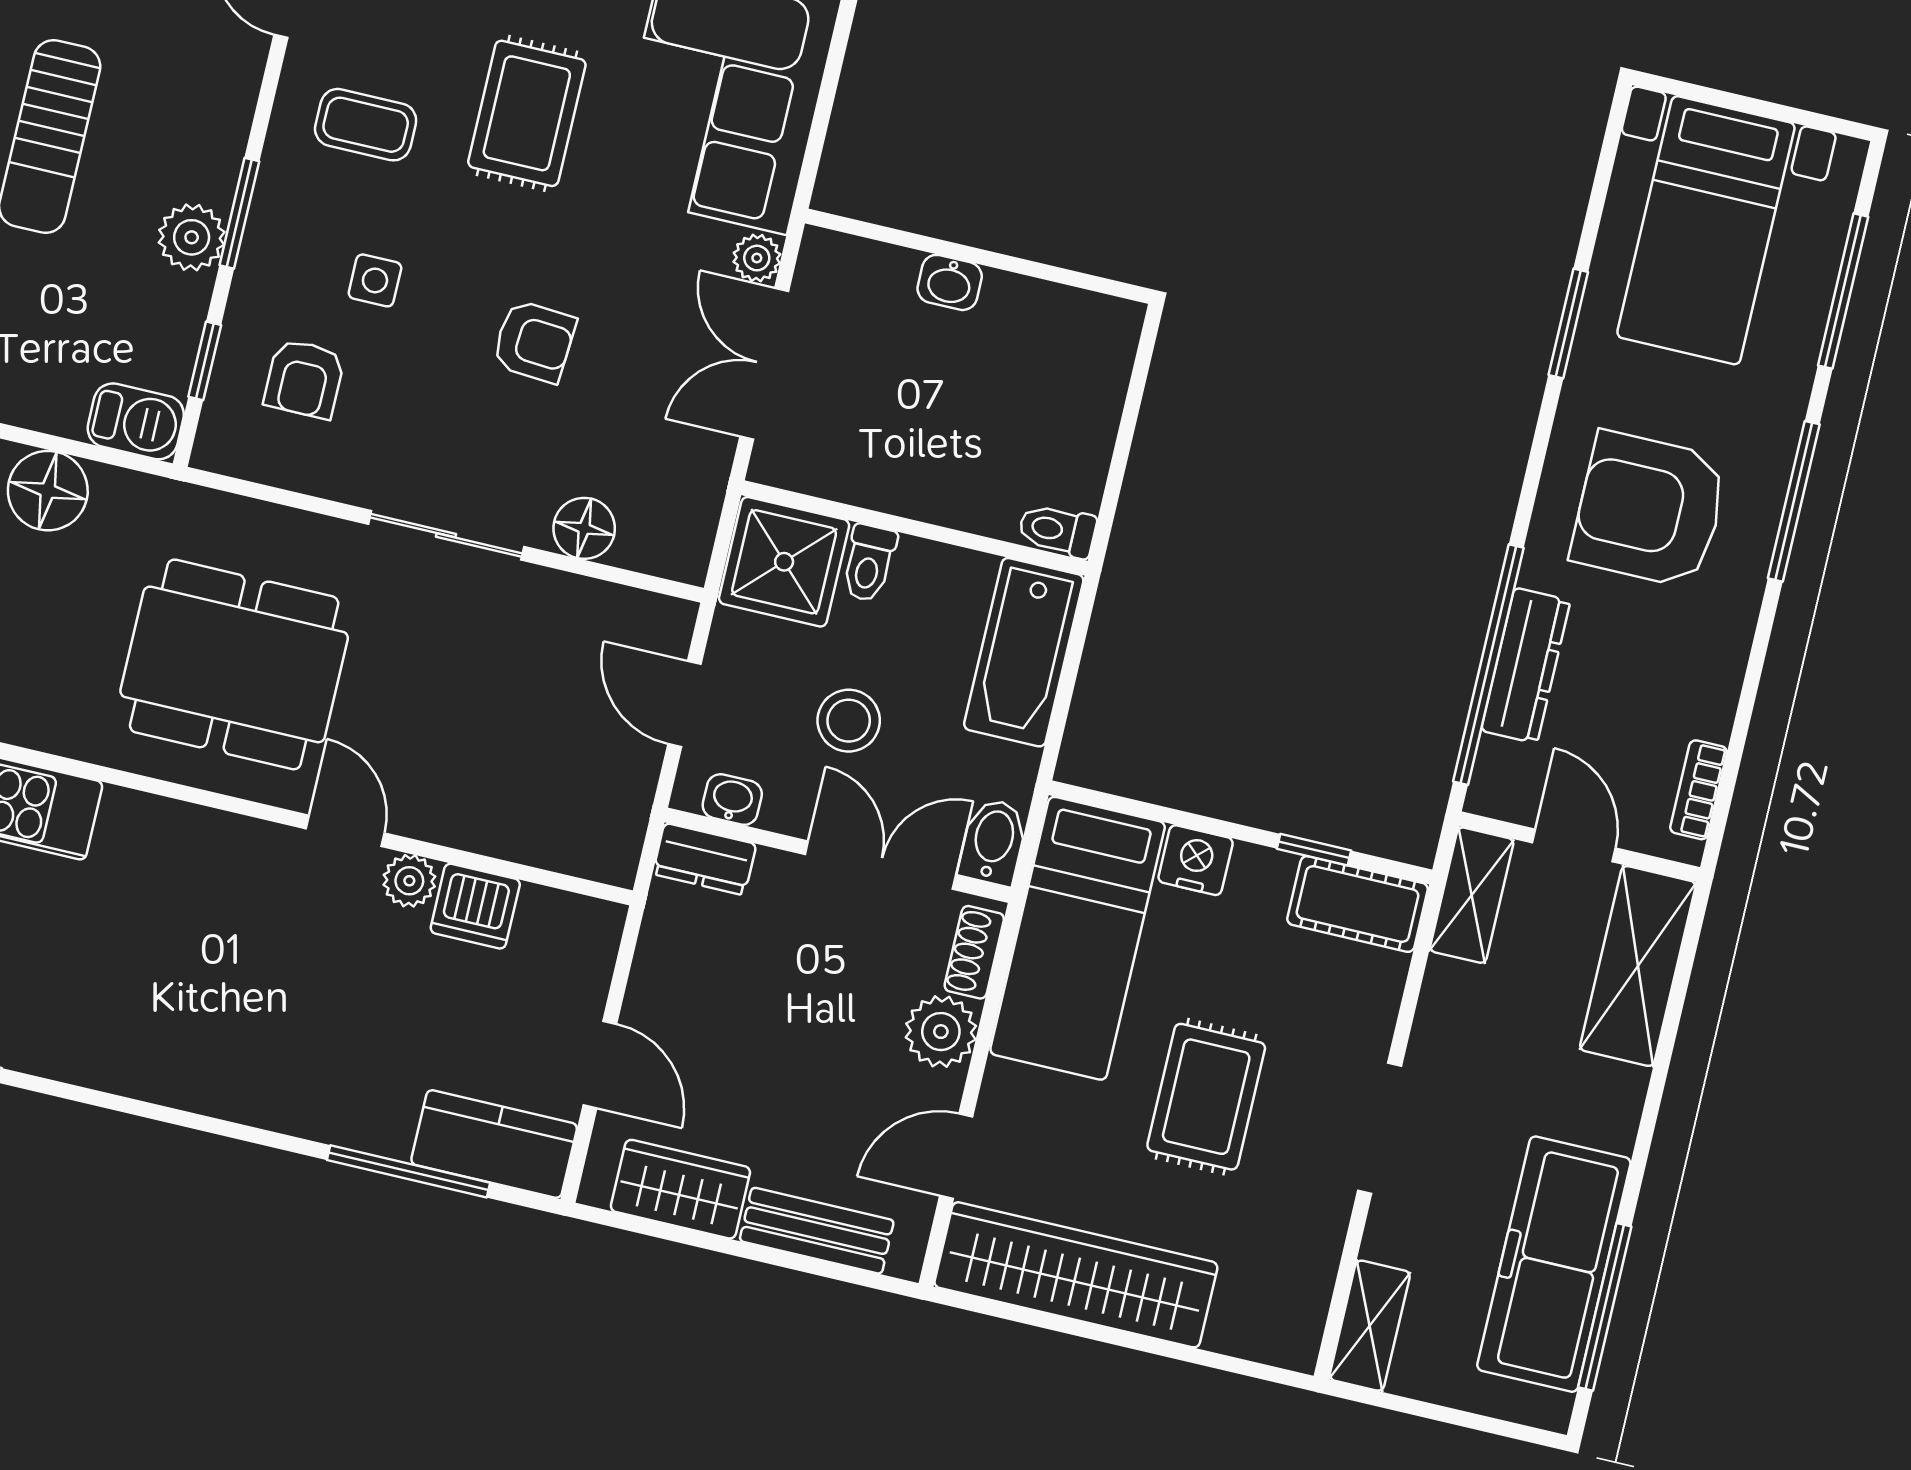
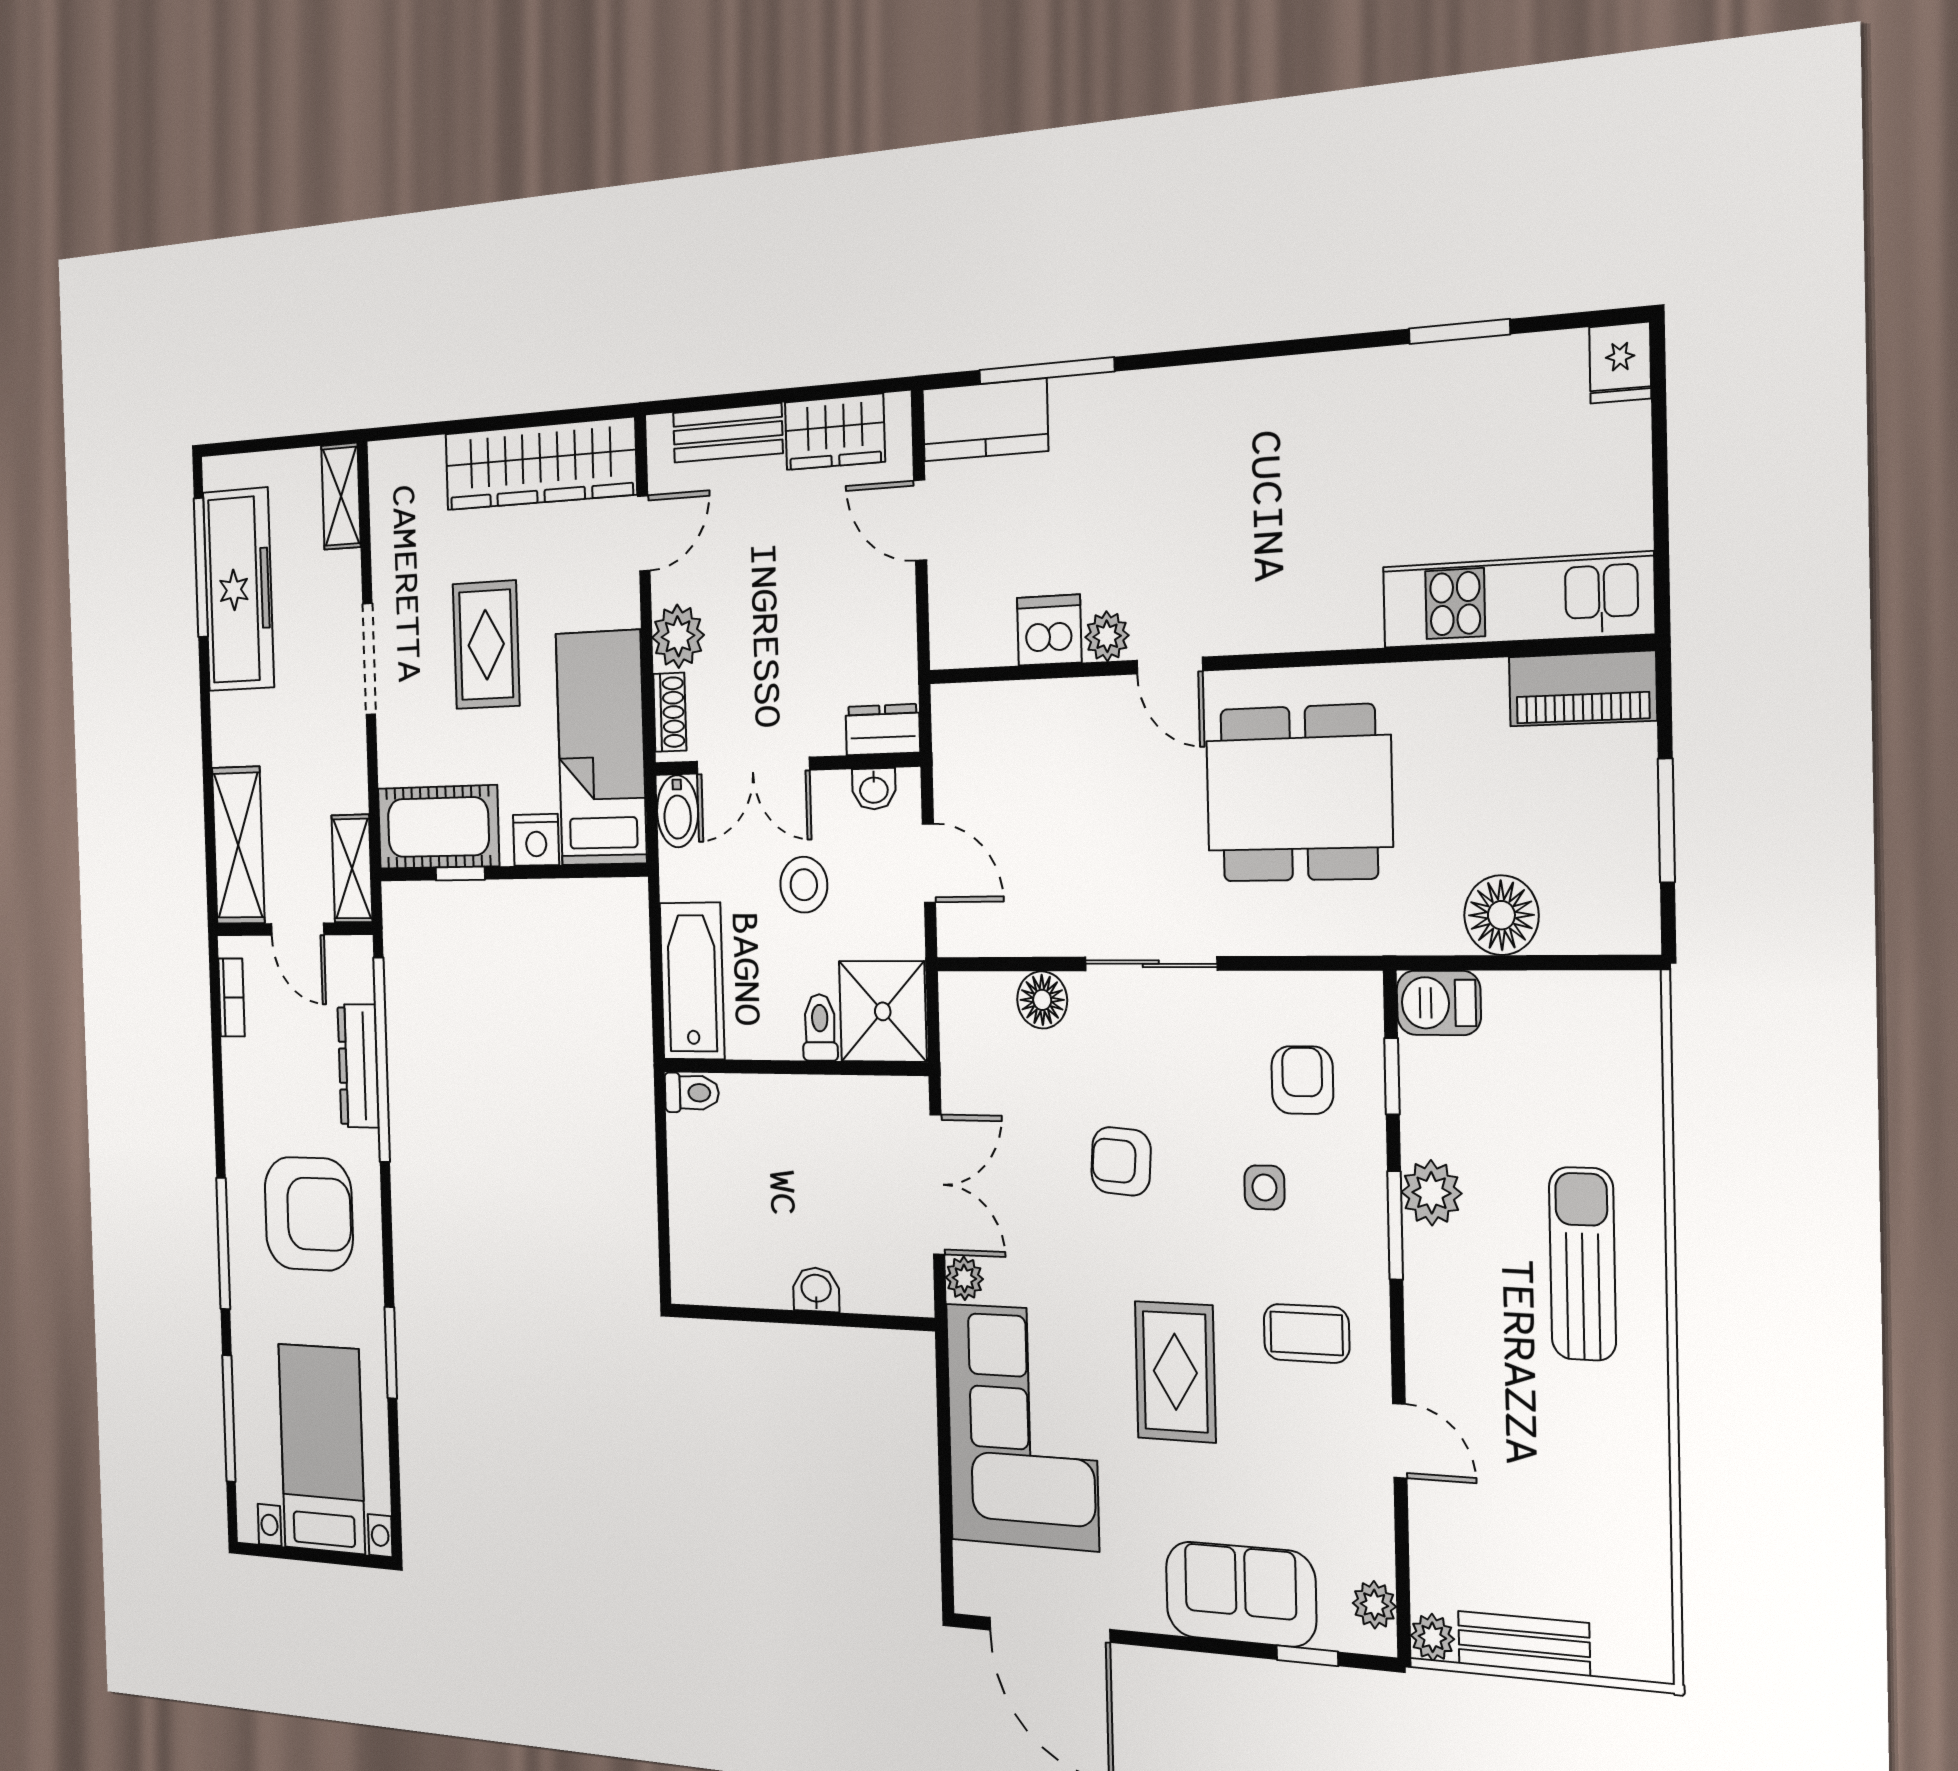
cot: (1358, 904) -> (438, 827), width x1.37, depth x1.34

